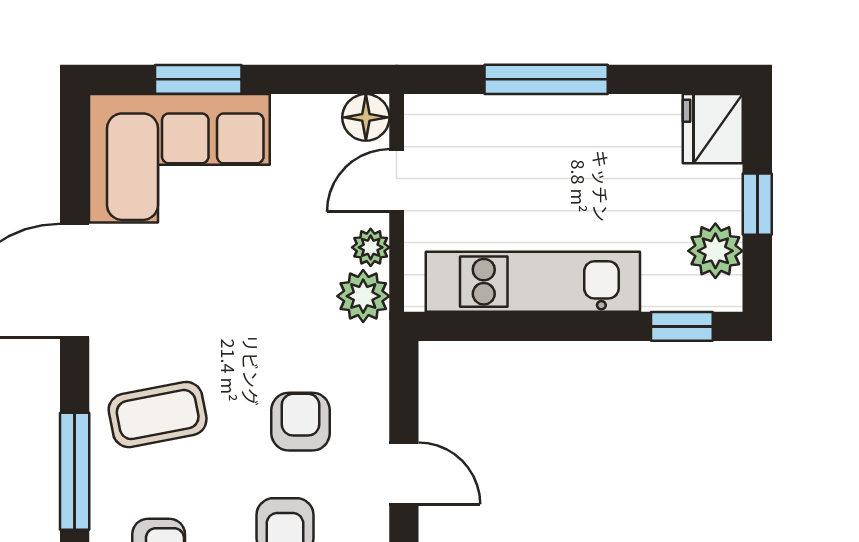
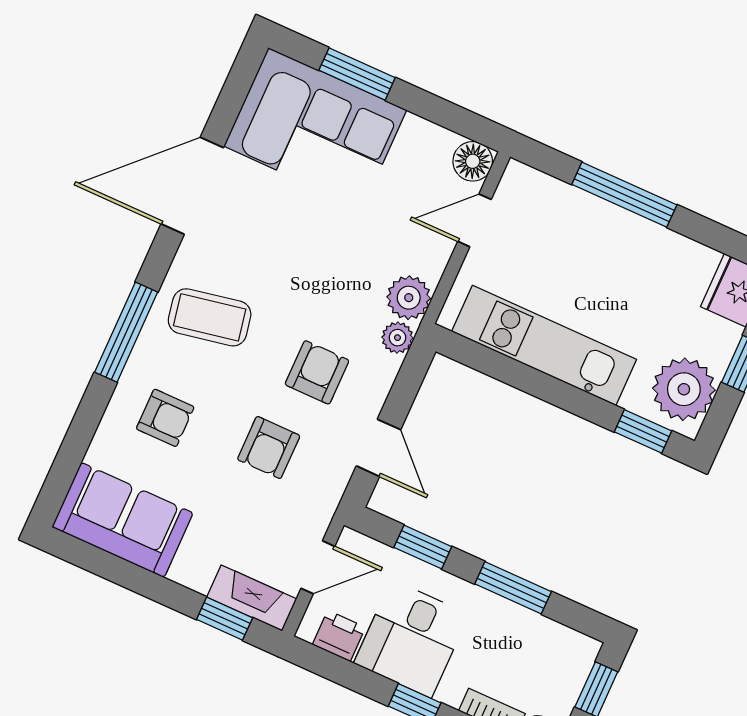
plant: (371, 247) -> (397, 338), moved
plant: (715, 251) -> (684, 389), width x1.36, depth x1.36

